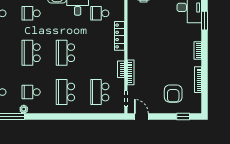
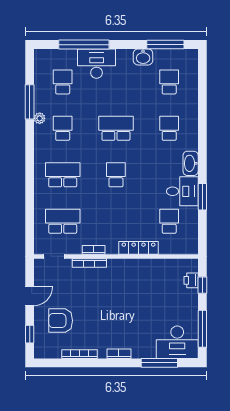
window: (204, 21) -> (159, 363), width x1.44
school desk: (65, 53) -> (116, 175), width x0.54
door: (141, 117) -> (30, 296), moved

